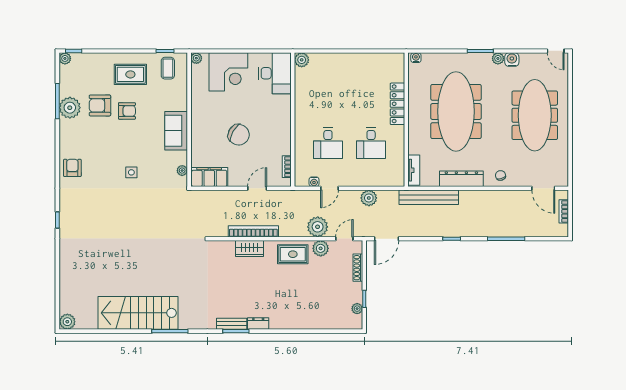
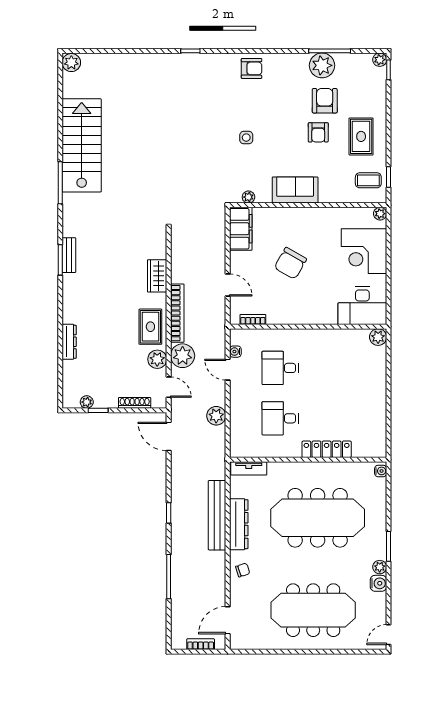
bench: (429, 197) -> (217, 515), moved
bookcase: (253, 231) -> (177, 313), moved
dresser: (258, 324) -> (69, 342), moved, width x1.44

